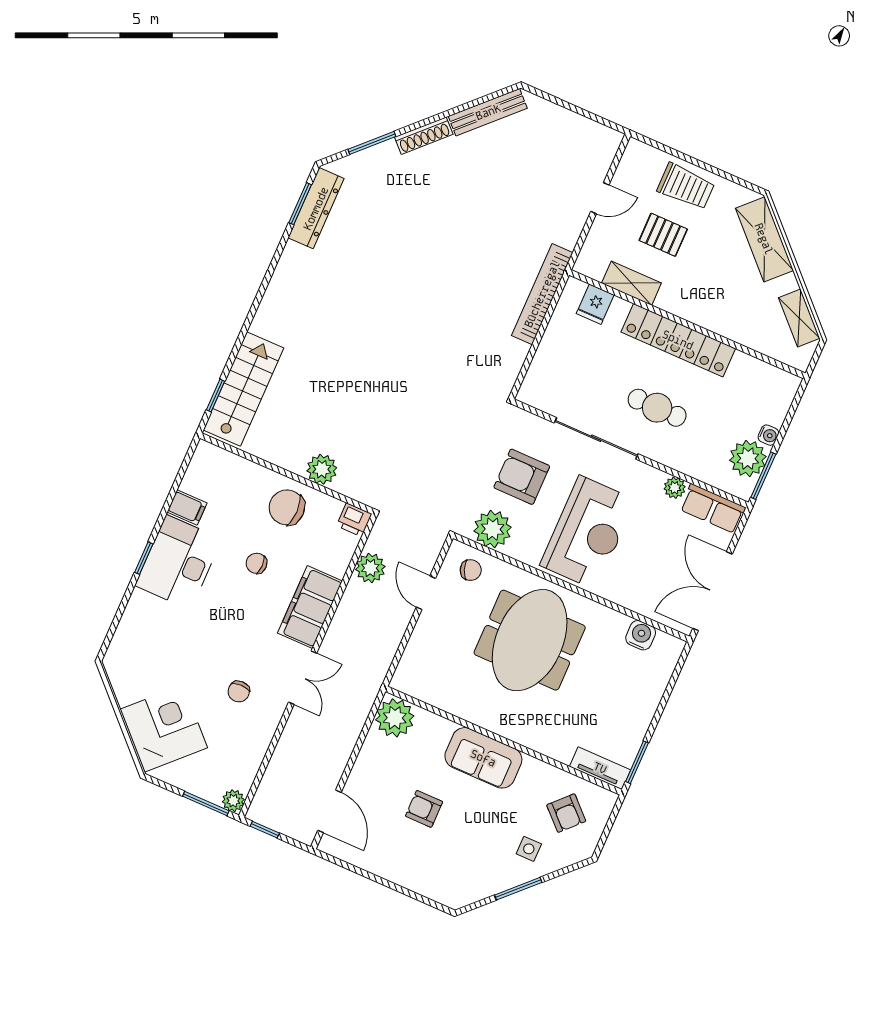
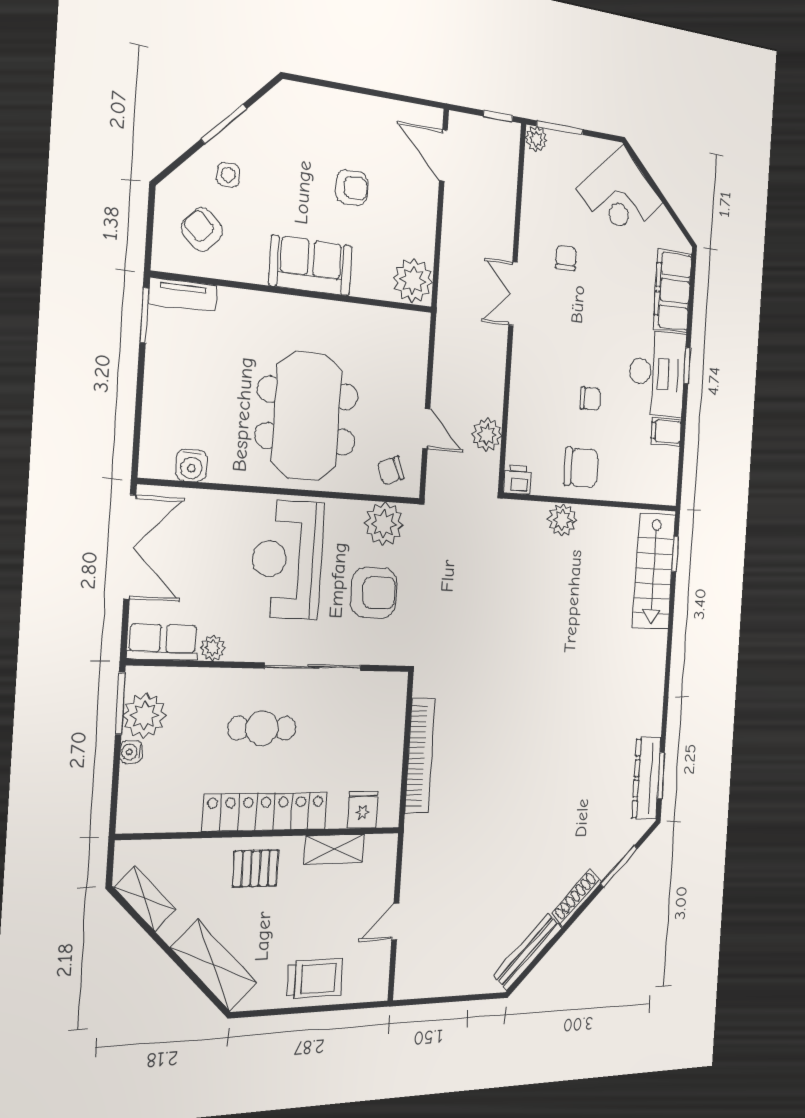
trolley: (686, 186) -> (315, 979), turned 180
pallet: (663, 235) -> (255, 868), moved
bookcase: (542, 294) -> (420, 756), moved
filing cabinet: (310, 607) -> (673, 291), moved, turned 180

